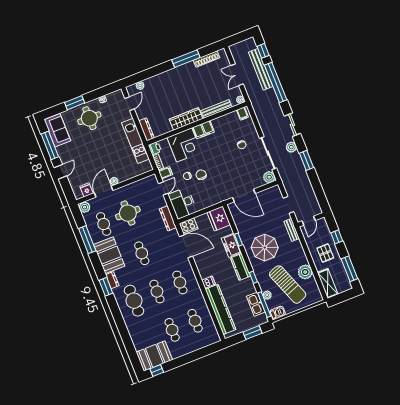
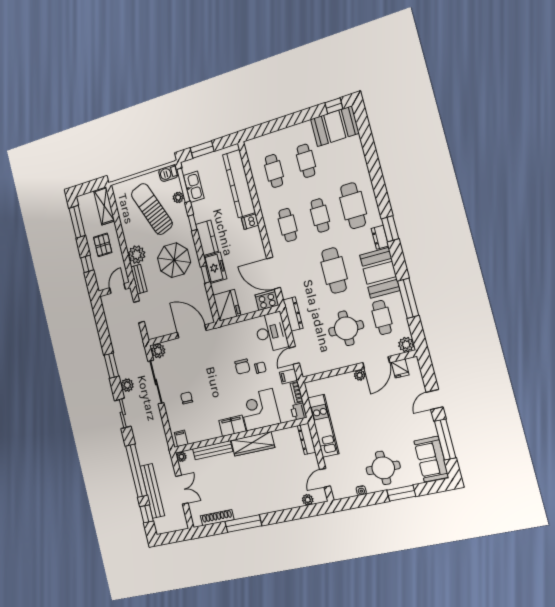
cafe table: (142, 253) -> (334, 270), width x1.37, depth x1.35
plant: (305, 272) -> (137, 255), moved

